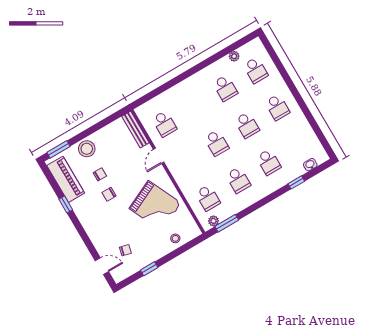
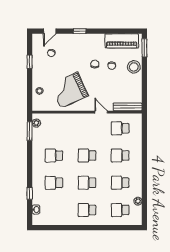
school desk: (208, 198) -> (120, 156), moved
window: (66, 204) -> (80, 31), moved

